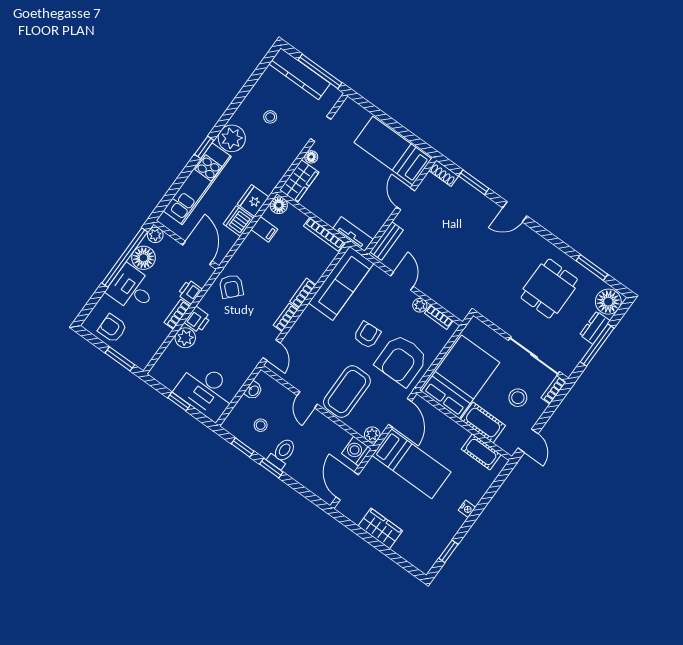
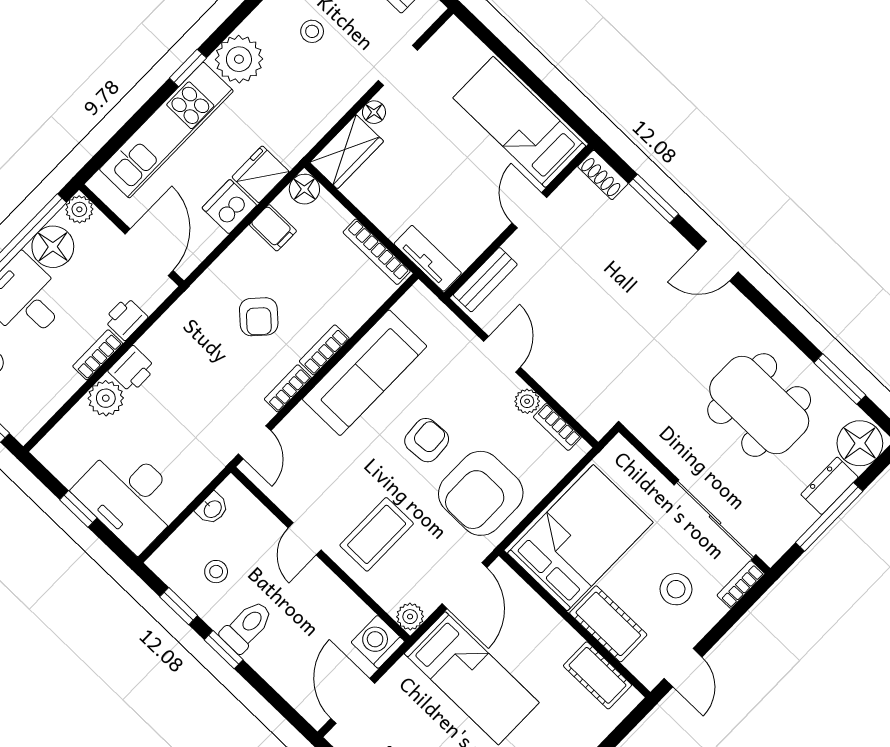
sofa: (341, 283) -> (365, 373), moved
armchair: (231, 286) -> (259, 317), moved
dining table: (549, 289) -> (759, 405), width x1.38
coffee table: (347, 392) -> (377, 534), width x0.73, depth x0.76

